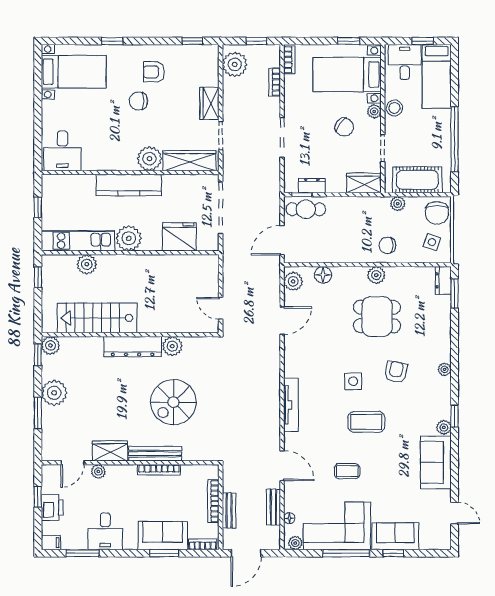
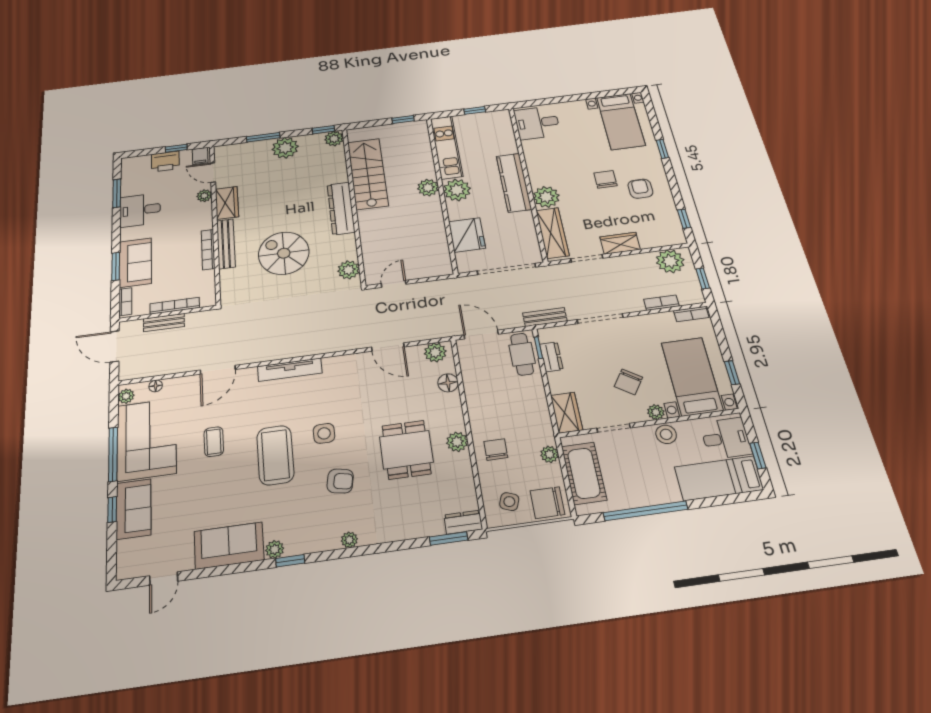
plant: (87, 264) -> (428, 188), moved
plant: (172, 346) -> (349, 270), moved
coffee table: (366, 422) -> (275, 455), width x1.36, depth x1.32
bench: (273, 507) -> (545, 317), moved
filing cabinet: (51, 543) -> (200, 156), moved

